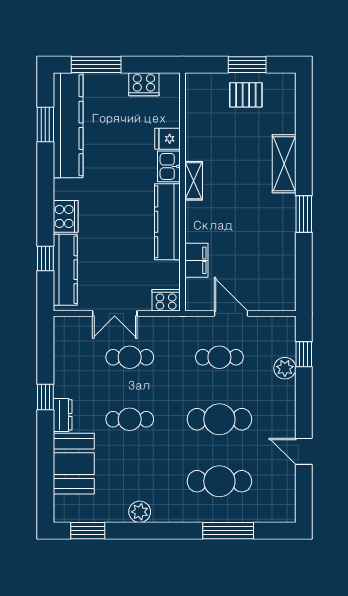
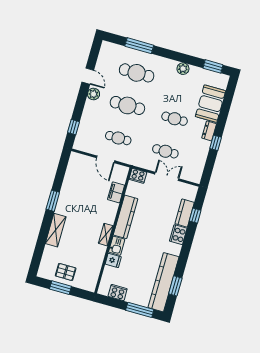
kitchen counter: (65, 270) -> (185, 213), width x0.67
plant: (285, 368) -> (94, 94), moved

